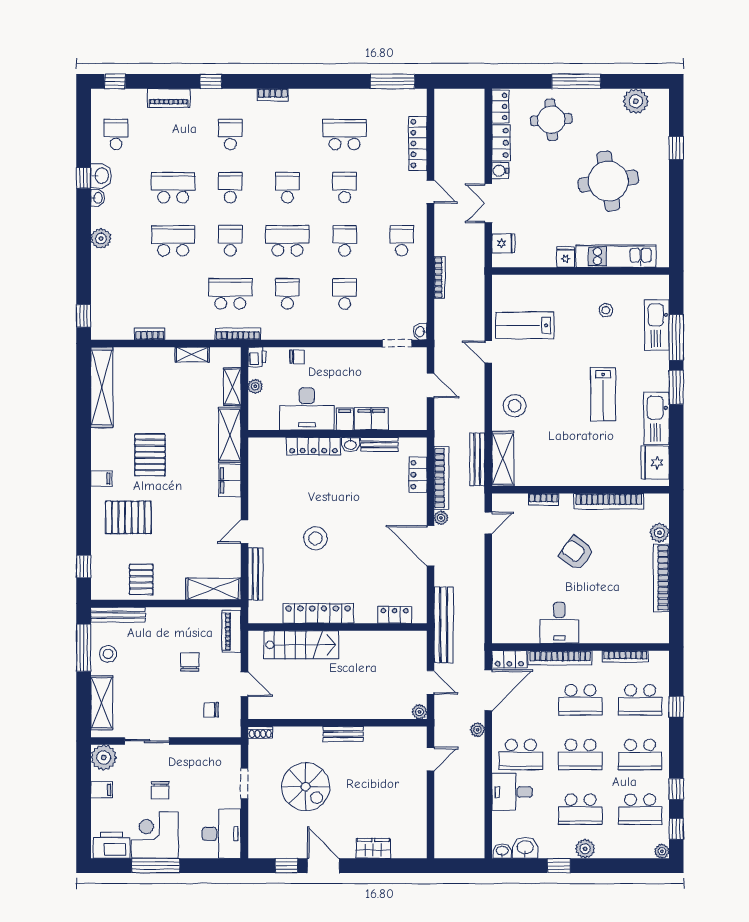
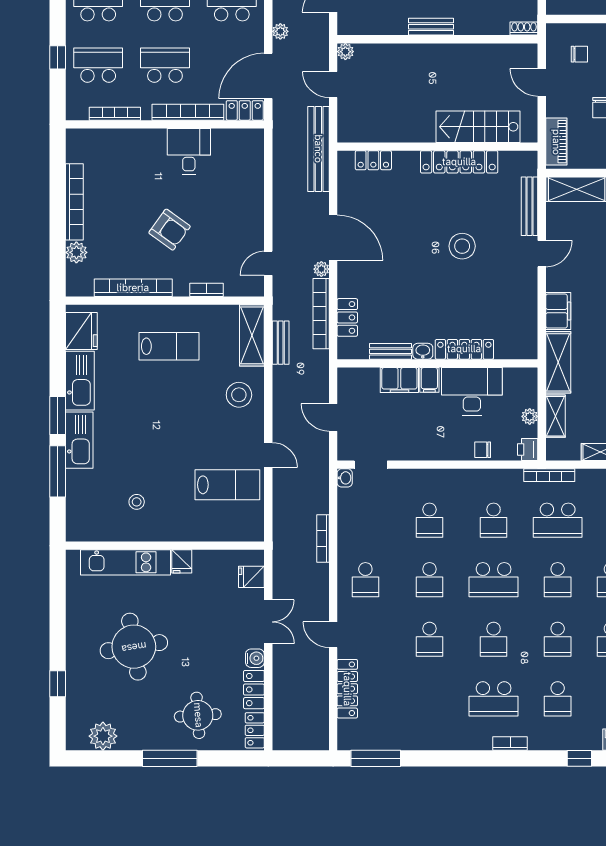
school desk: (345, 135) -> (494, 699), moved
kitchen sink: (657, 325) -> (79, 440), moved
lab bench: (603, 394) -> (169, 346), moved, turned 90
bench: (477, 459) -> (281, 343), width x0.73

